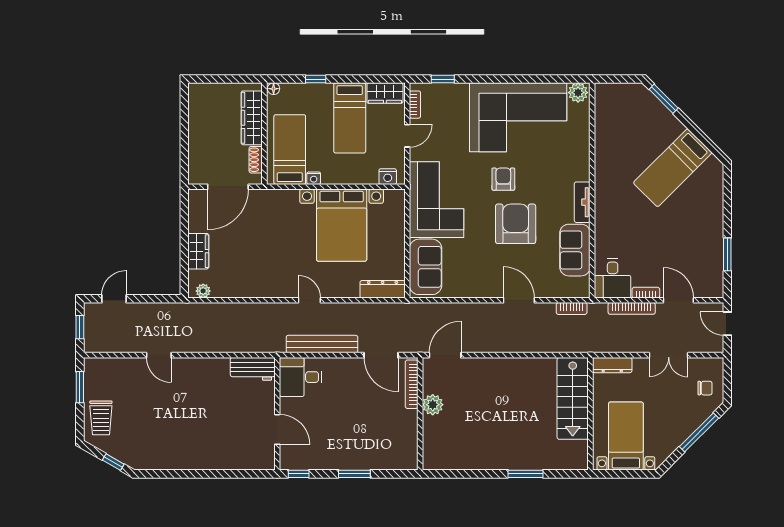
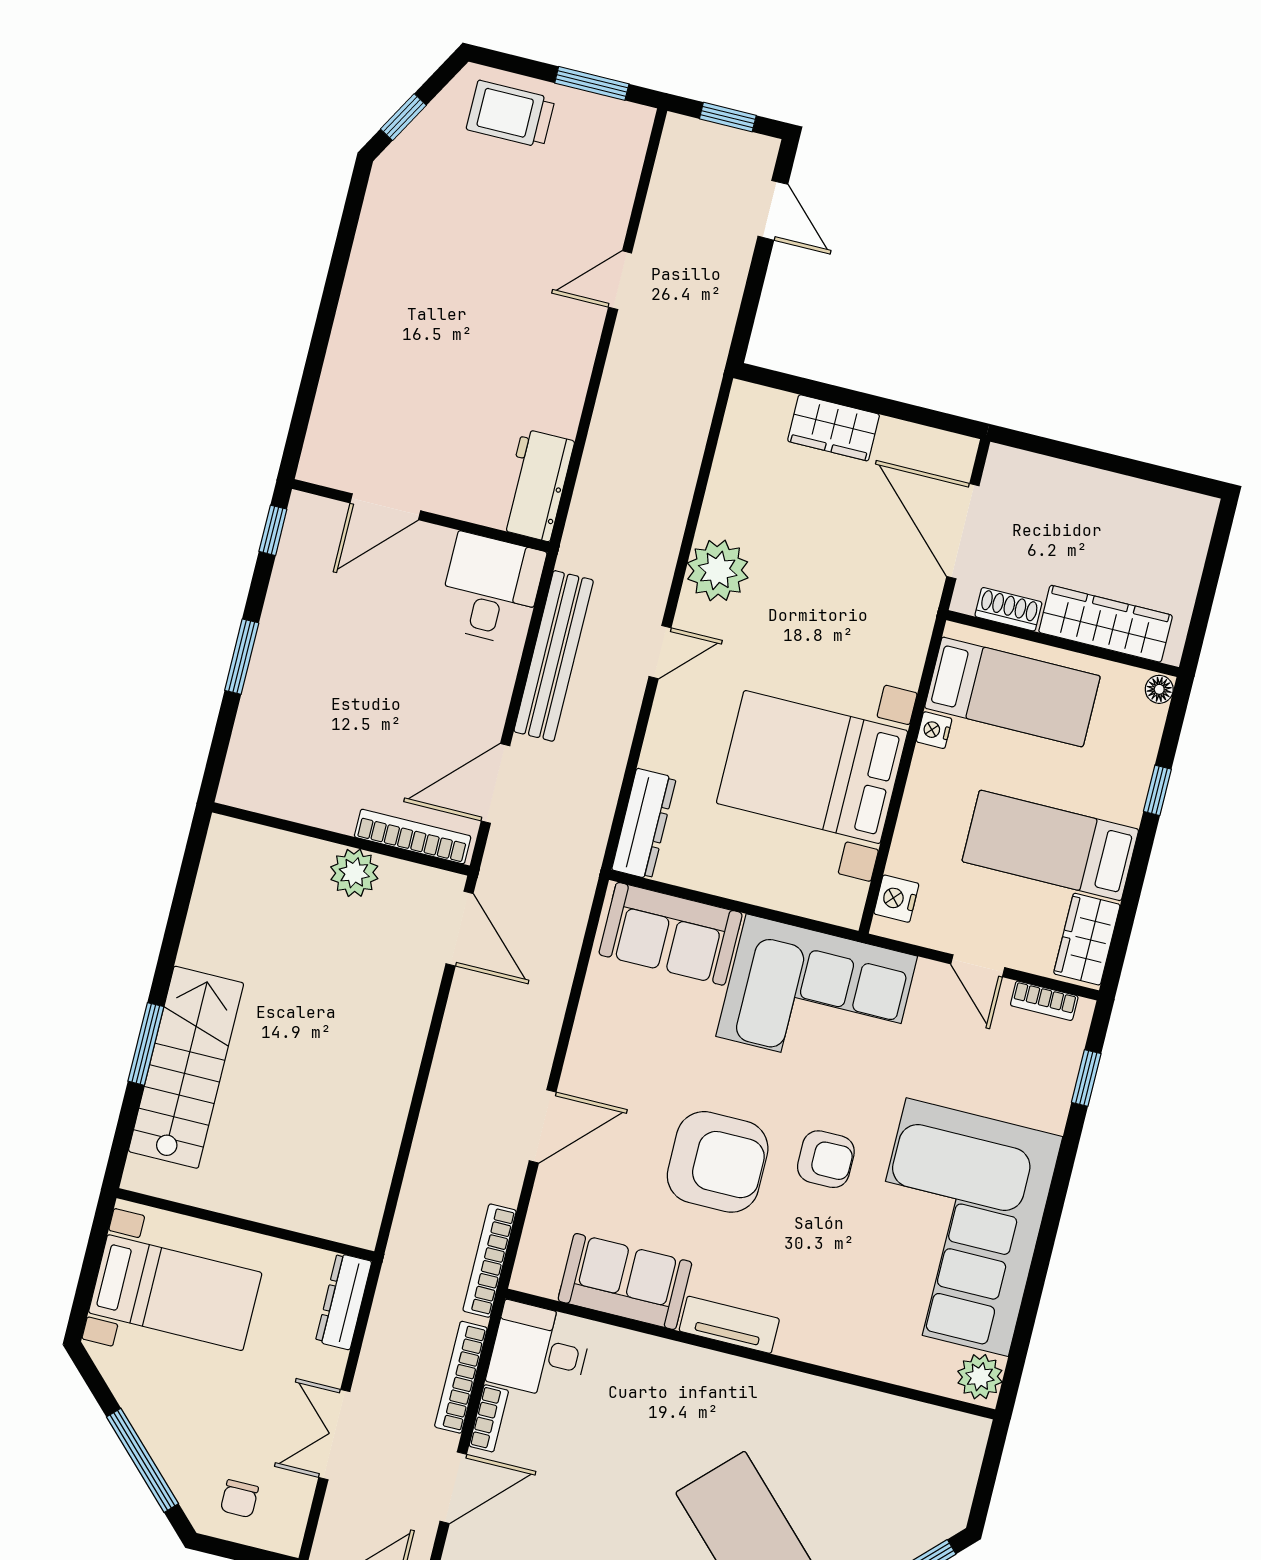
plant: (203, 291) -> (718, 570), moved, width x1.88, depth x1.88
bookcase: (572, 309) -> (490, 1261), width x1.56
stairs: (573, 398) -> (186, 1067), moved, turned 90

